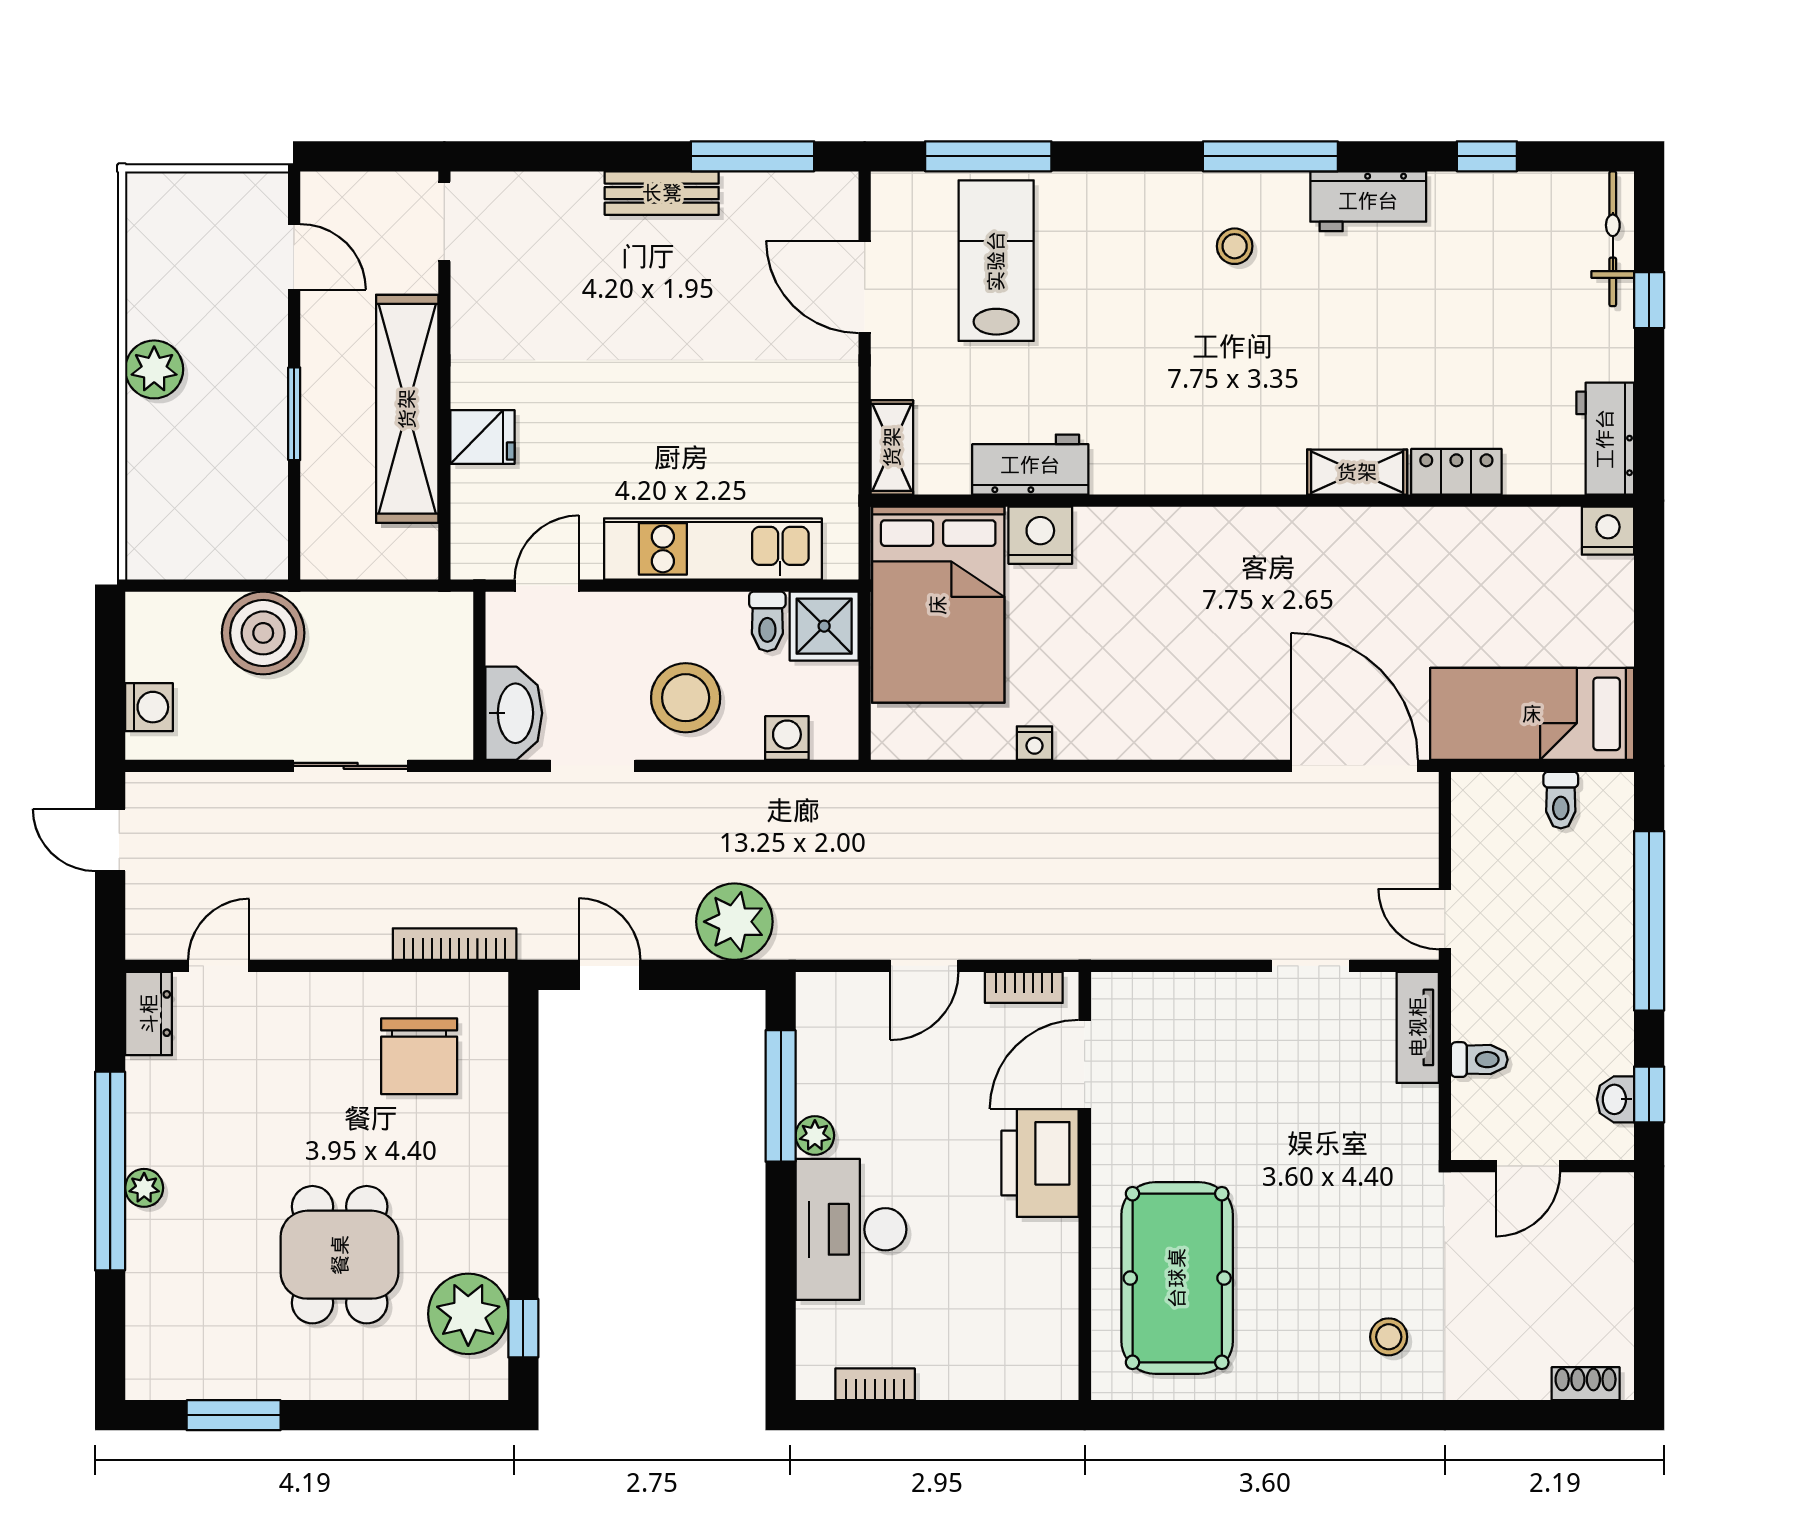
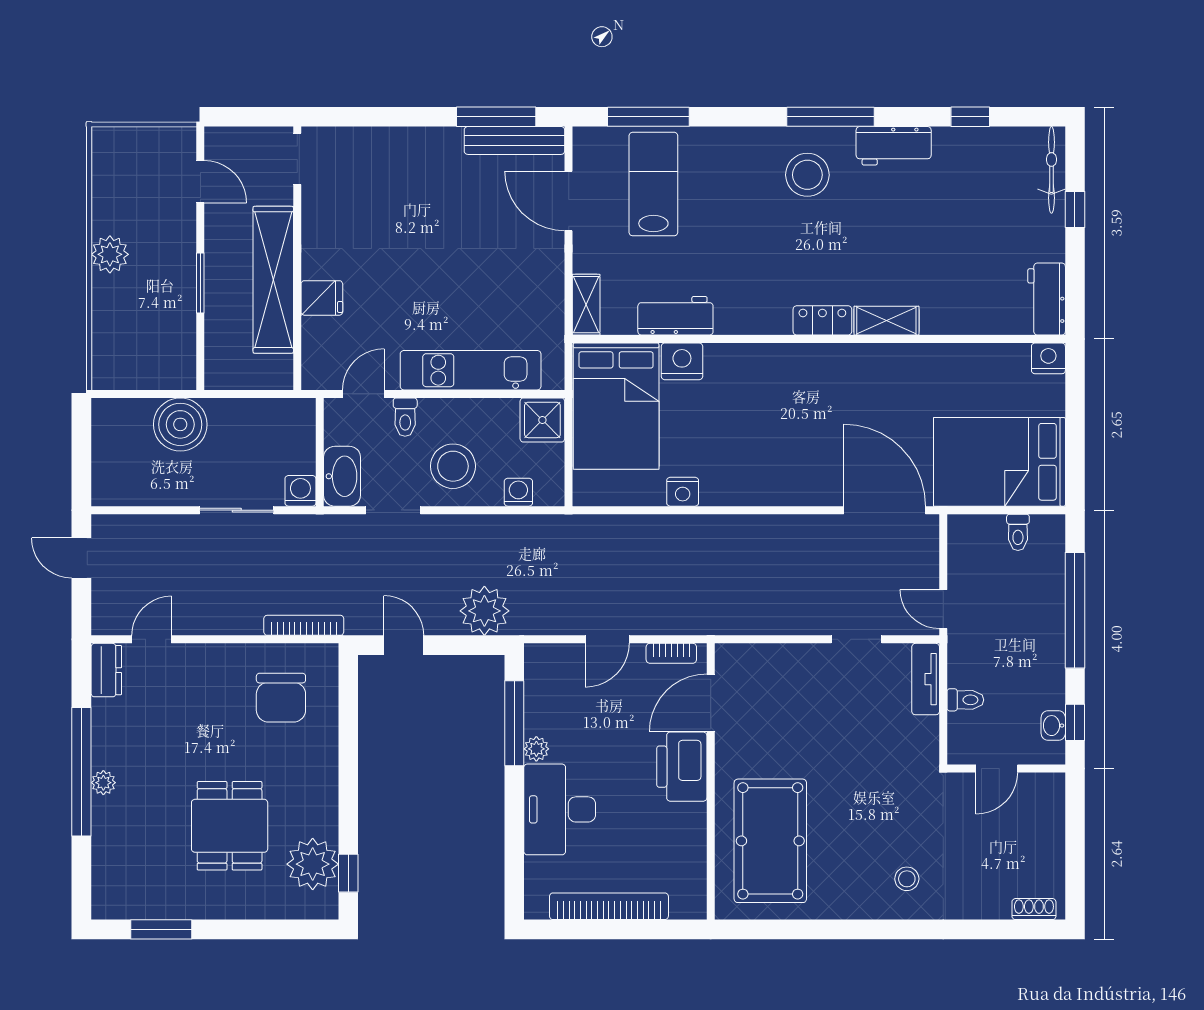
bench: (662, 193) -> (514, 140), moved, width x1.36
stool: (1235, 246) -> (807, 175), width x1.89, depth x1.89
locker: (1456, 472) -> (822, 320), moved
toilet: (767, 622) -> (405, 417), moved
washing machine: (149, 707) -> (300, 491), moved, turned -90
bed: (1532, 714) -> (999, 462), width x1.50
nightstand: (1035, 743) -> (683, 492), width x1.39, depth x1.35
bookcase: (875, 1384) -> (609, 906), width x2.31, depth x1.31

